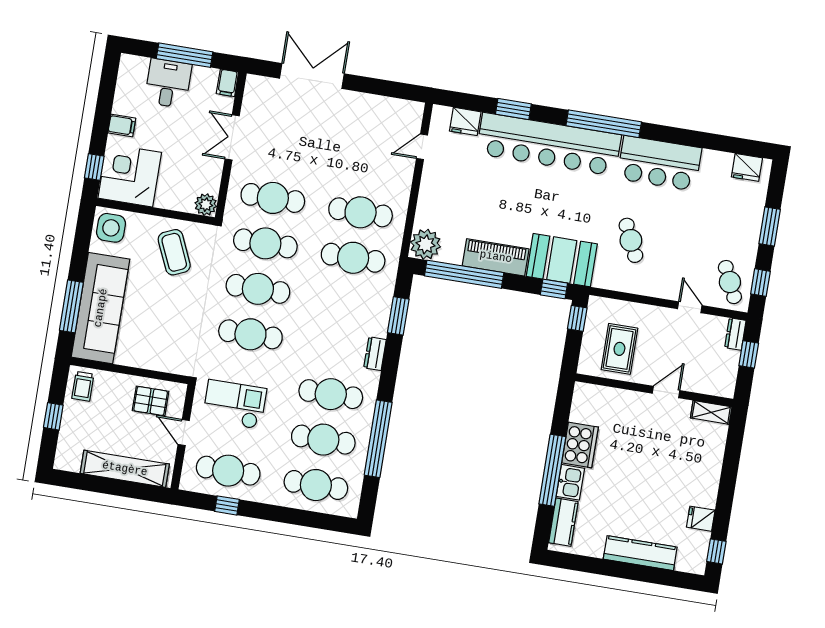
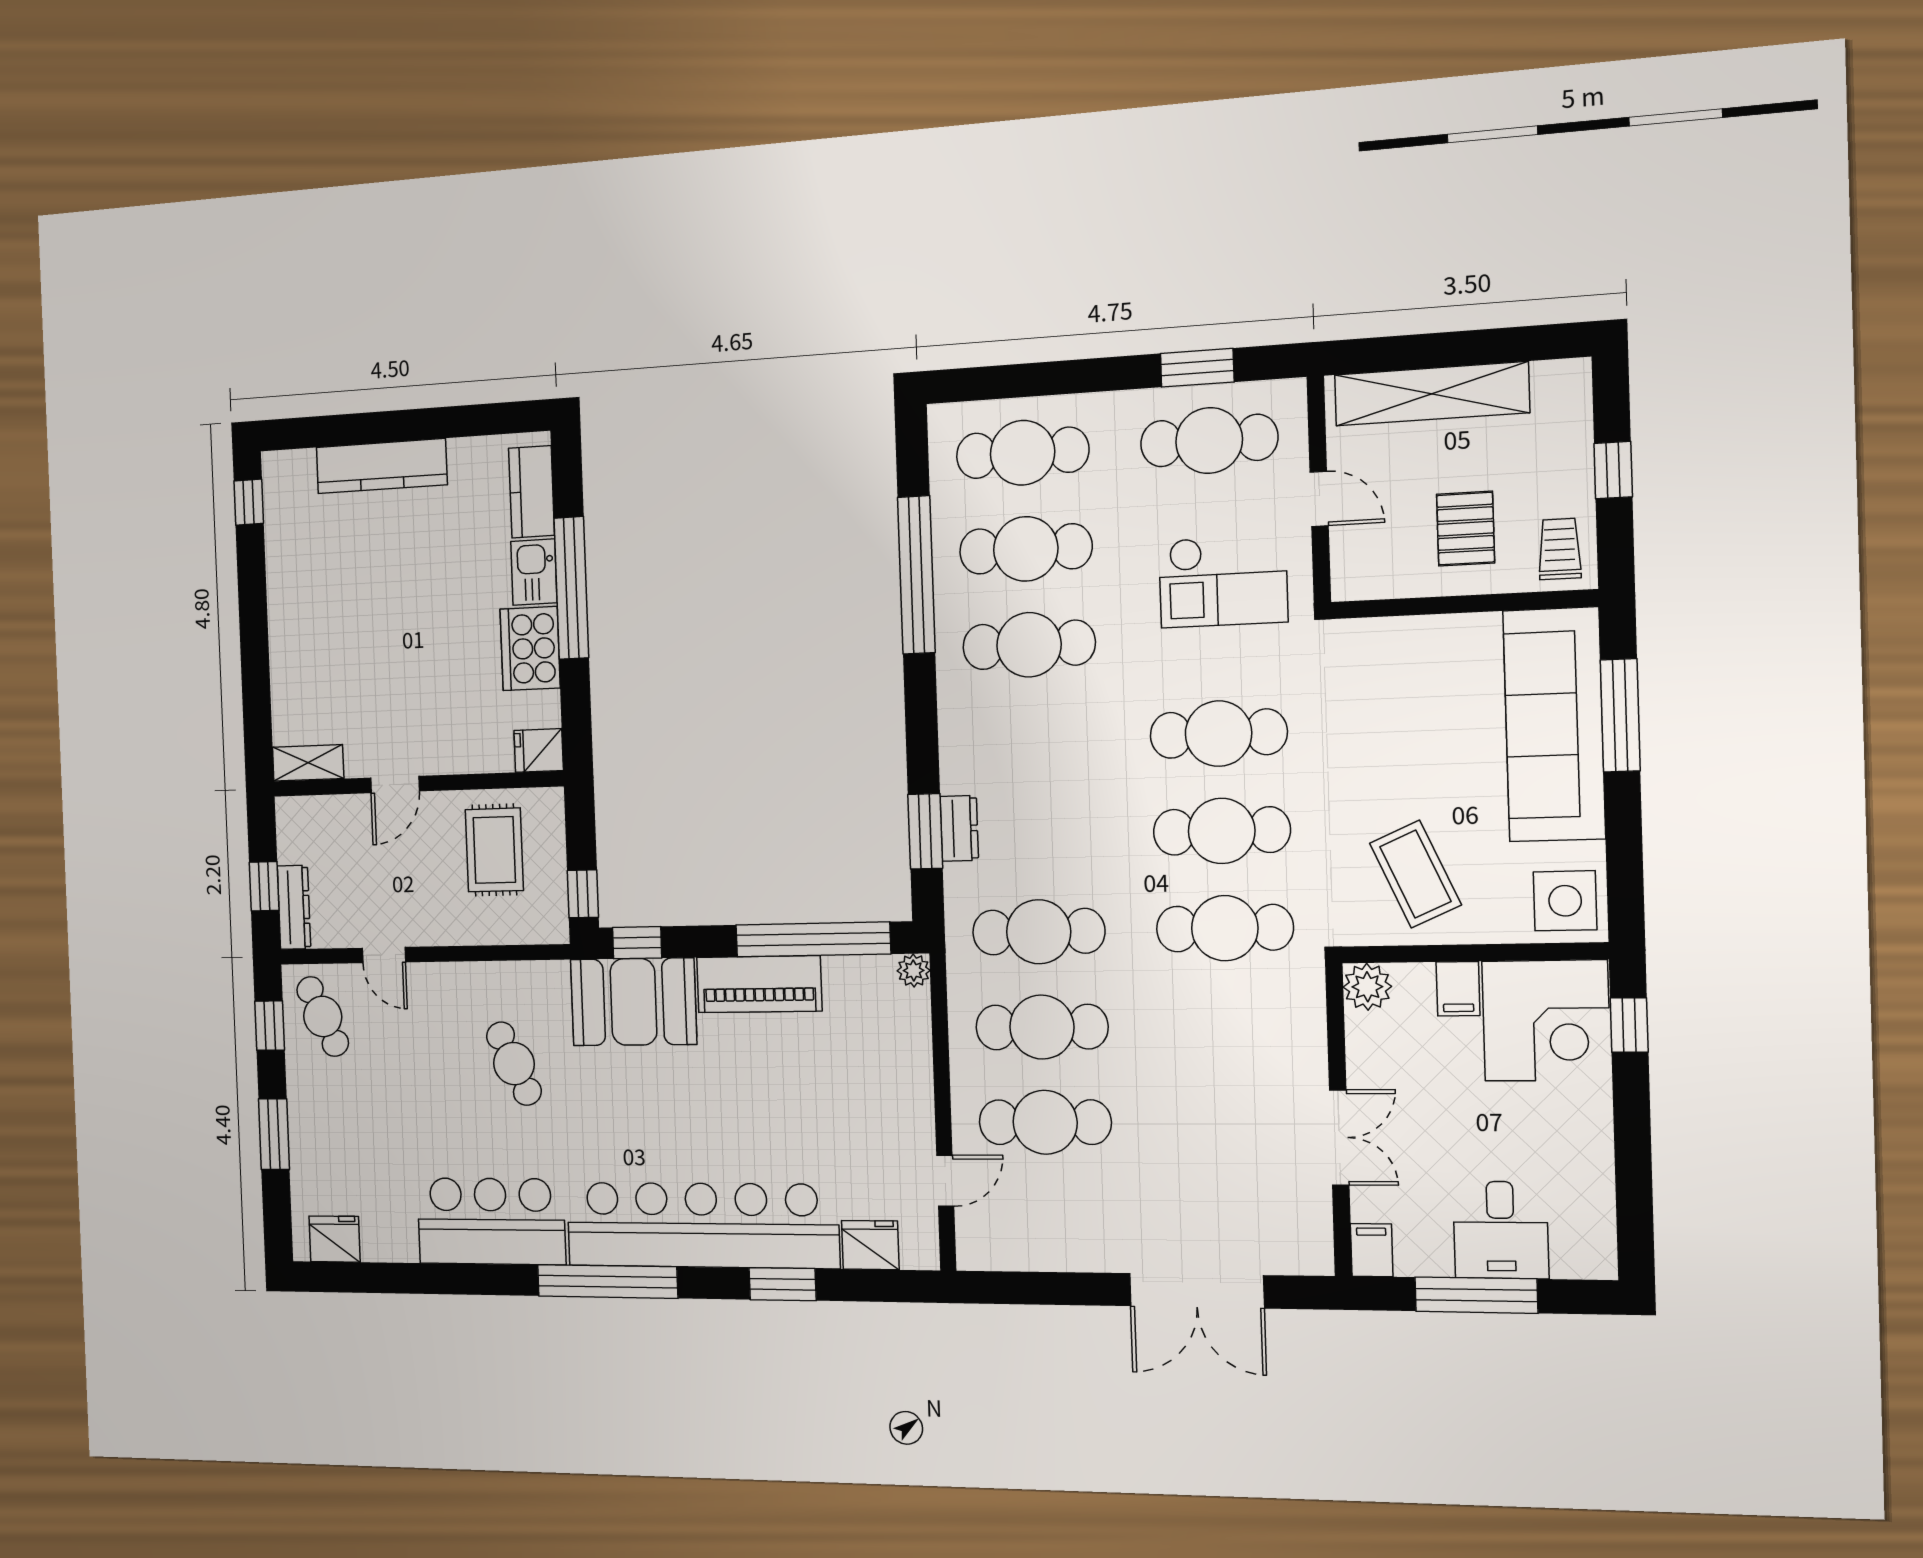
filing cabinet: (122, 125) -> (1458, 989), moved, turned -90
cafe table: (273, 198) -> (1045, 1122), moved
plant: (426, 244) -> (914, 971), width x0.53, depth x0.53
dresser: (735, 334) -> (294, 907), width x1.44
dresser: (375, 354) -> (959, 828), moved
pallet: (151, 401) -> (1466, 529), moved, turned 90
window: (227, 505) -> (1197, 368), width x1.50
fridge: (701, 519) -> (539, 750), moved, turned 180

